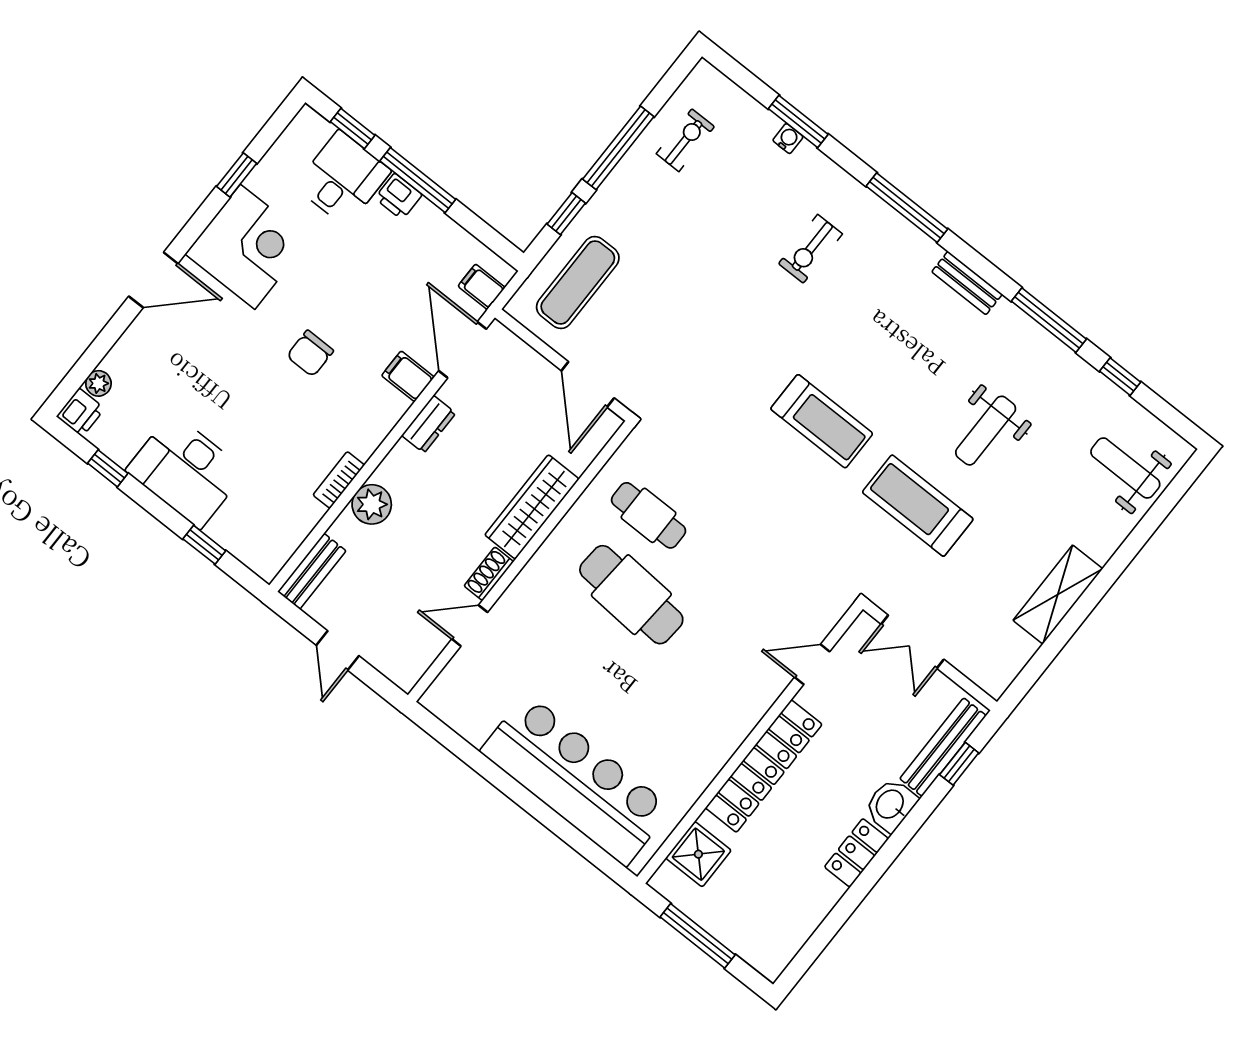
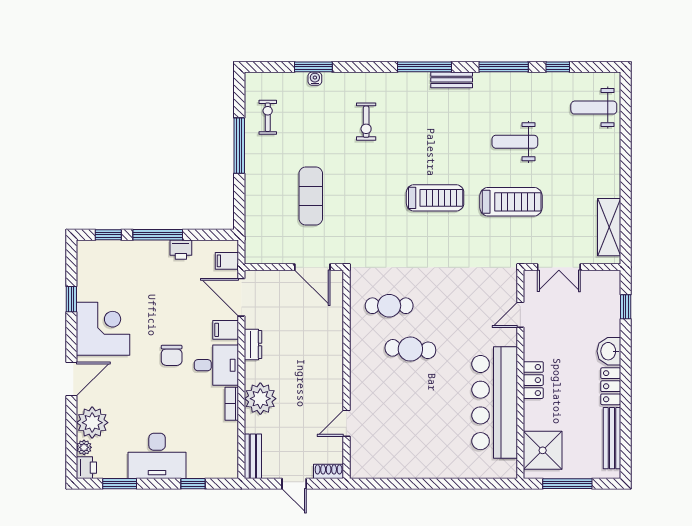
desk: (343, 178) -> (216, 365), moved, turned 90
printer: (398, 196) -> (181, 250), moved
window: (907, 208) -> (425, 67), moved
window: (566, 214) -> (239, 196), removed
exercise mat: (578, 283) -> (311, 196), moved
plant: (135, 359) -> (92, 423), added
weight bench: (986, 431) -> (515, 142), turned 90
window: (108, 468) -> (120, 484), width x1.50
plant: (372, 504) -> (260, 399), width x1.36, depth x1.36
treadmill: (918, 506) -> (511, 202), turned 180
wardrobe: (532, 507) -> (332, 345), removed
shoe rack: (489, 574) -> (329, 471), moved, turned 90
shelving: (1058, 594) -> (609, 227), moved
cafe table: (631, 595) -> (410, 349), width x0.73, depth x0.74
bench: (943, 747) -> (612, 438), moved
locker: (764, 766) -> (533, 380), width x0.46, depth x0.83
bar counter: (576, 780) -> (495, 403), moved, turned -90
shower: (698, 854) -> (543, 450), width x1.36, depth x1.36

